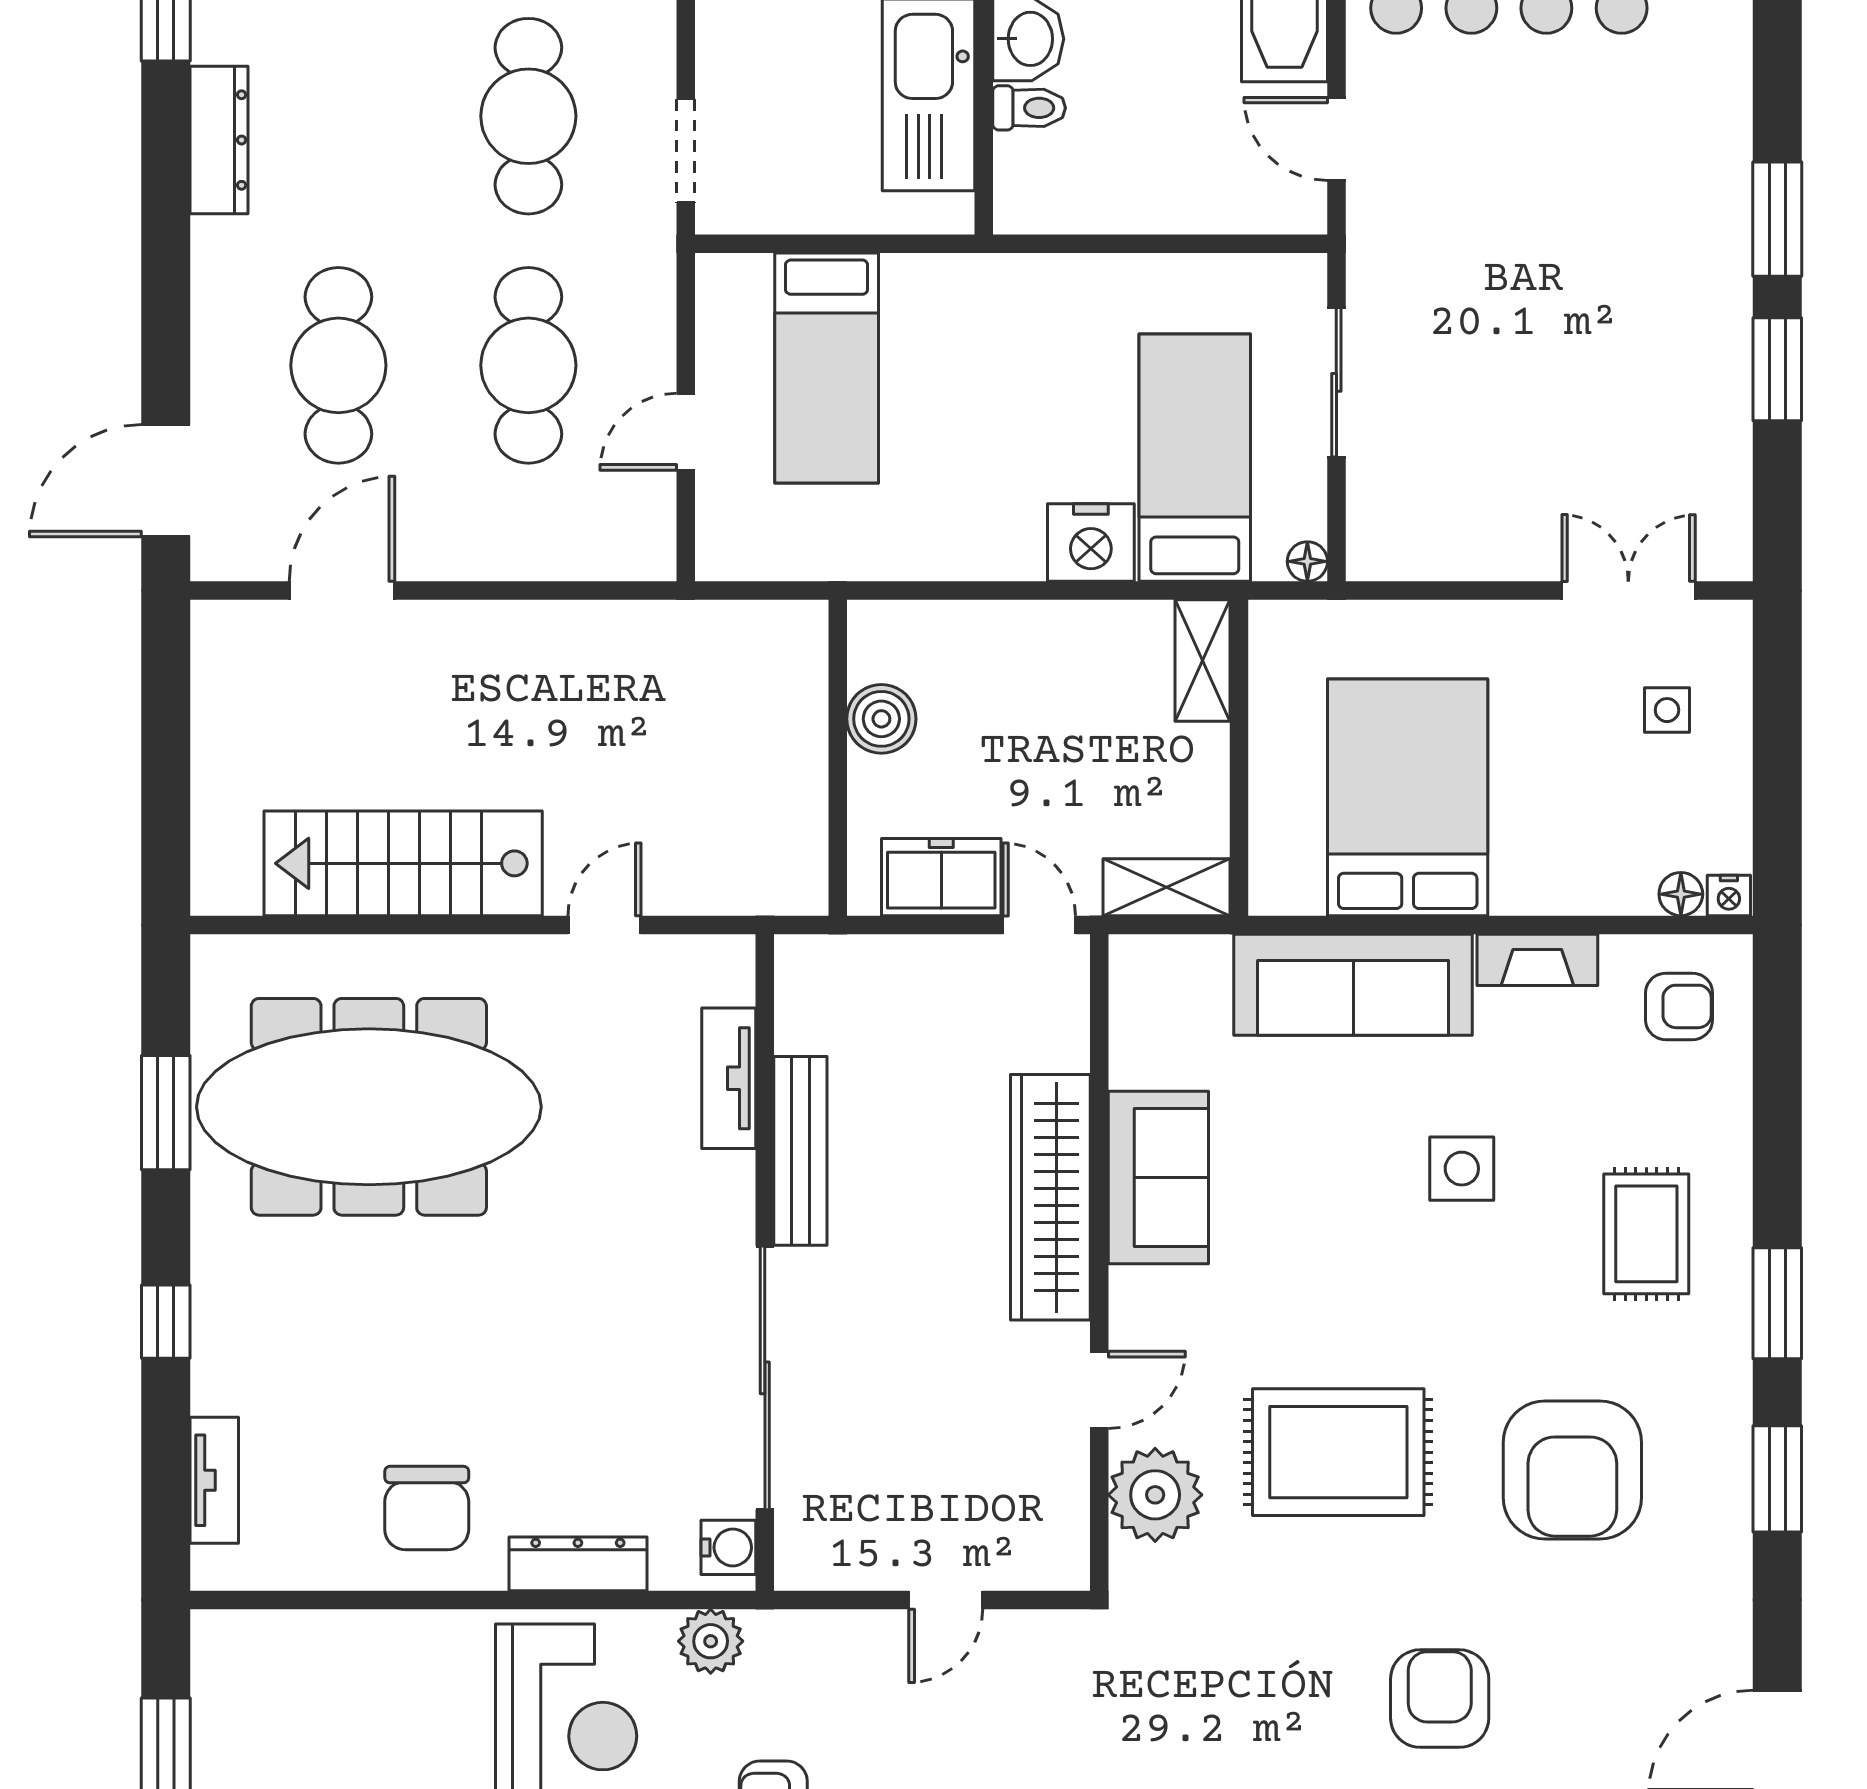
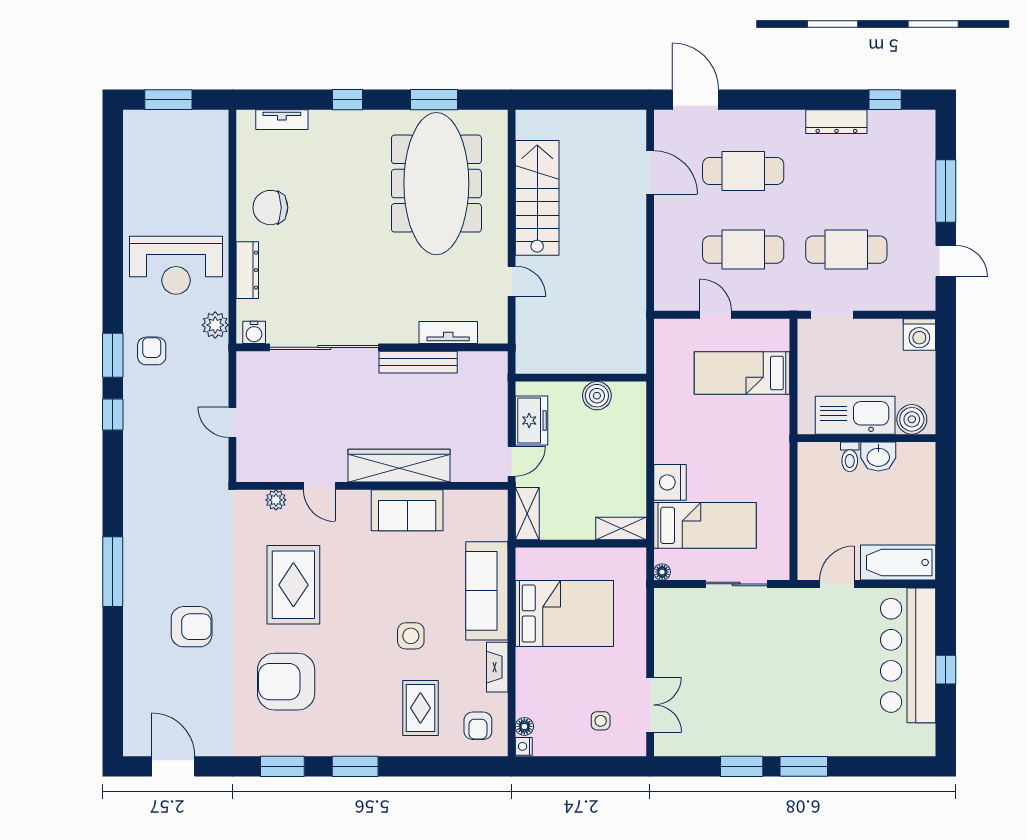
rug: (1646, 1234) -> (420, 708), moved, turned 90
plant: (1155, 1495) -> (276, 500), width x0.53, depth x0.53

